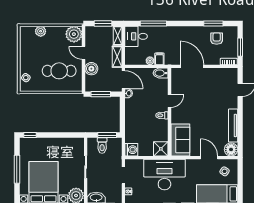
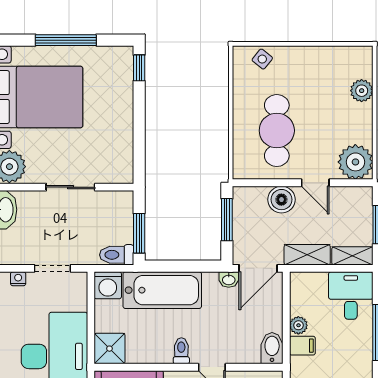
door: (84, 53) -> (315, 183), swing flipped
bathtub: (134, 124) -> (162, 290), added
toilet: (102, 146) -> (117, 255), moved

